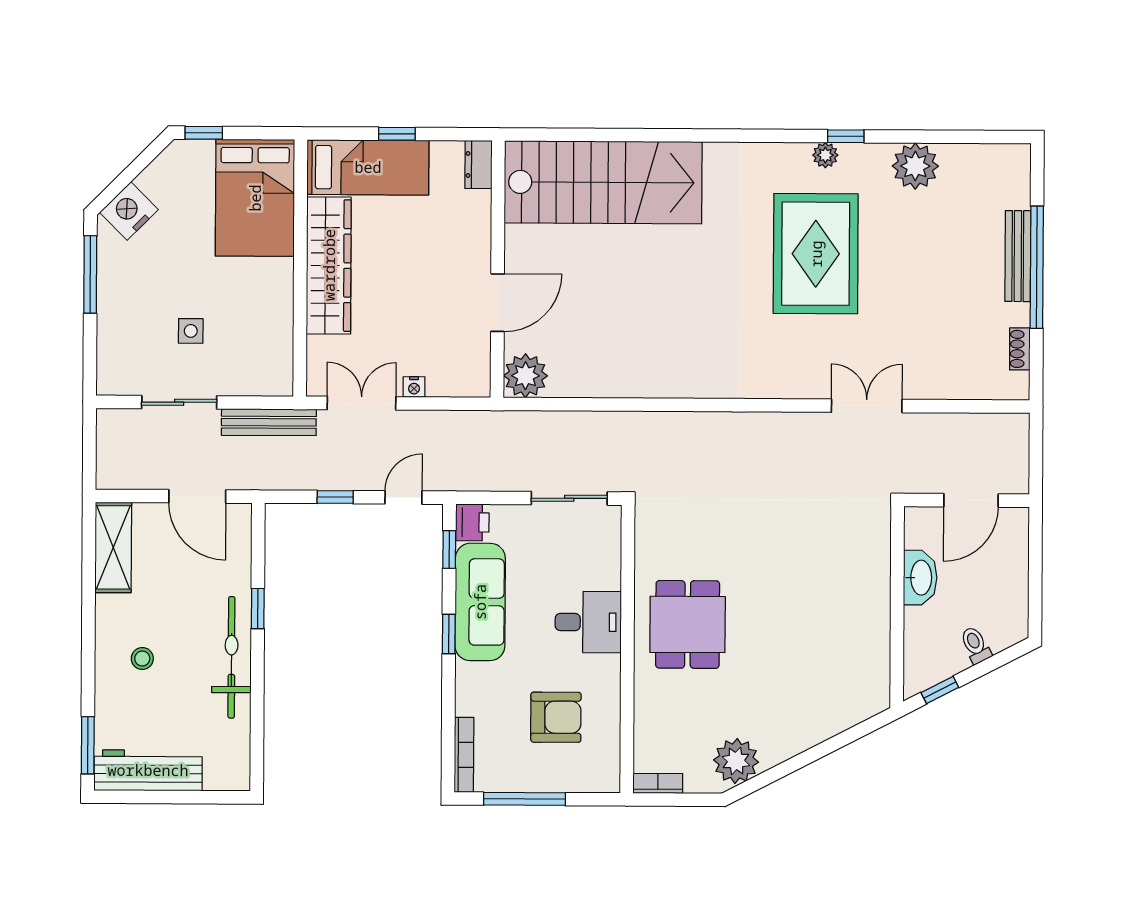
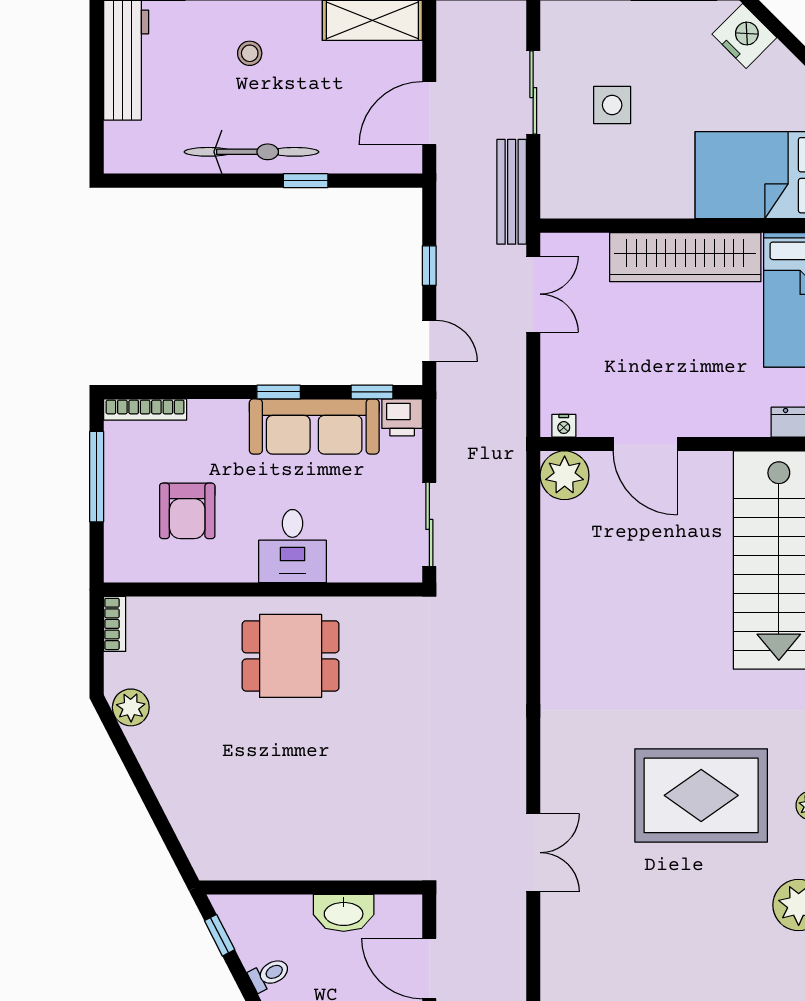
side table: (191, 331) -> (612, 105), width x1.37, depth x1.37
nightstand: (414, 387) -> (564, 426), moved, turned -90
plant: (736, 761) -> (131, 707), width x0.73, depth x0.73

